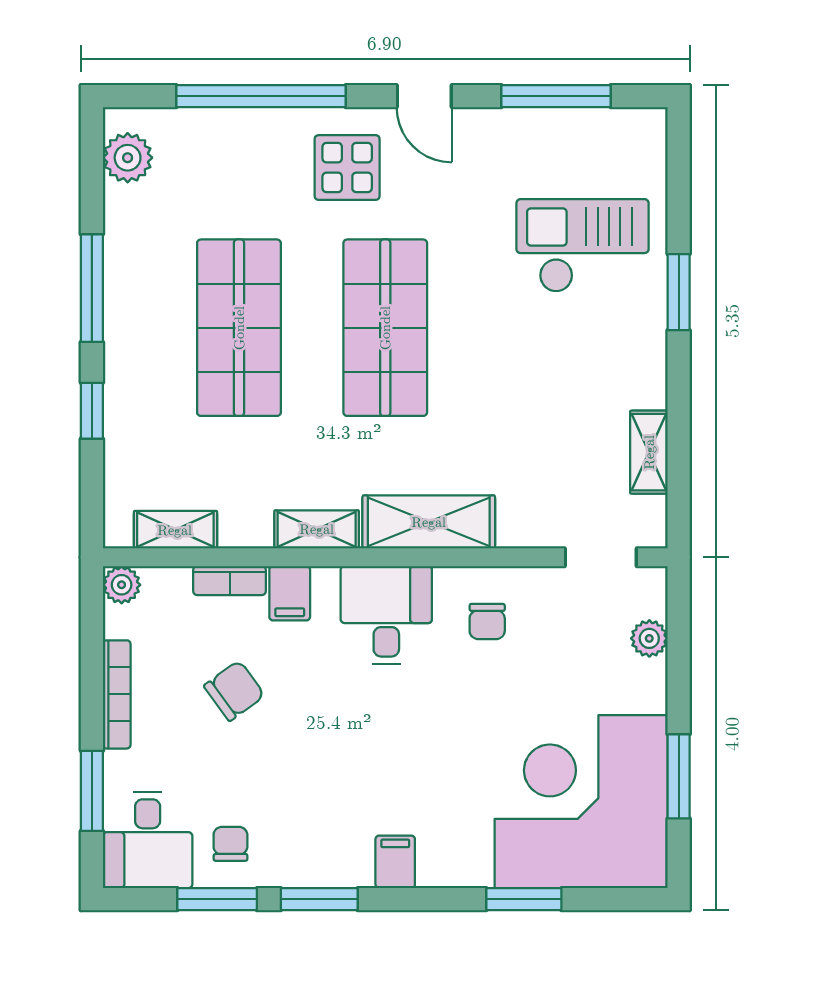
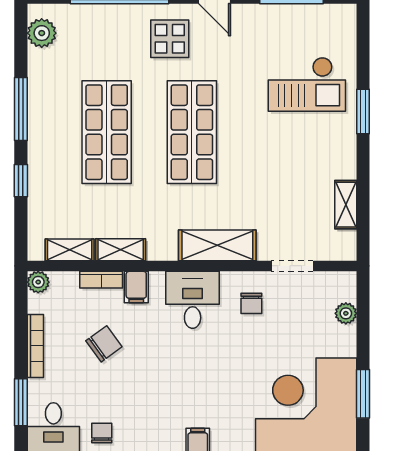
checkout: (583, 246) -> (307, 84), turned 180
shelving: (317, 529) -> (121, 250), moved
doorway: (601, 557) -> (292, 266), moved

